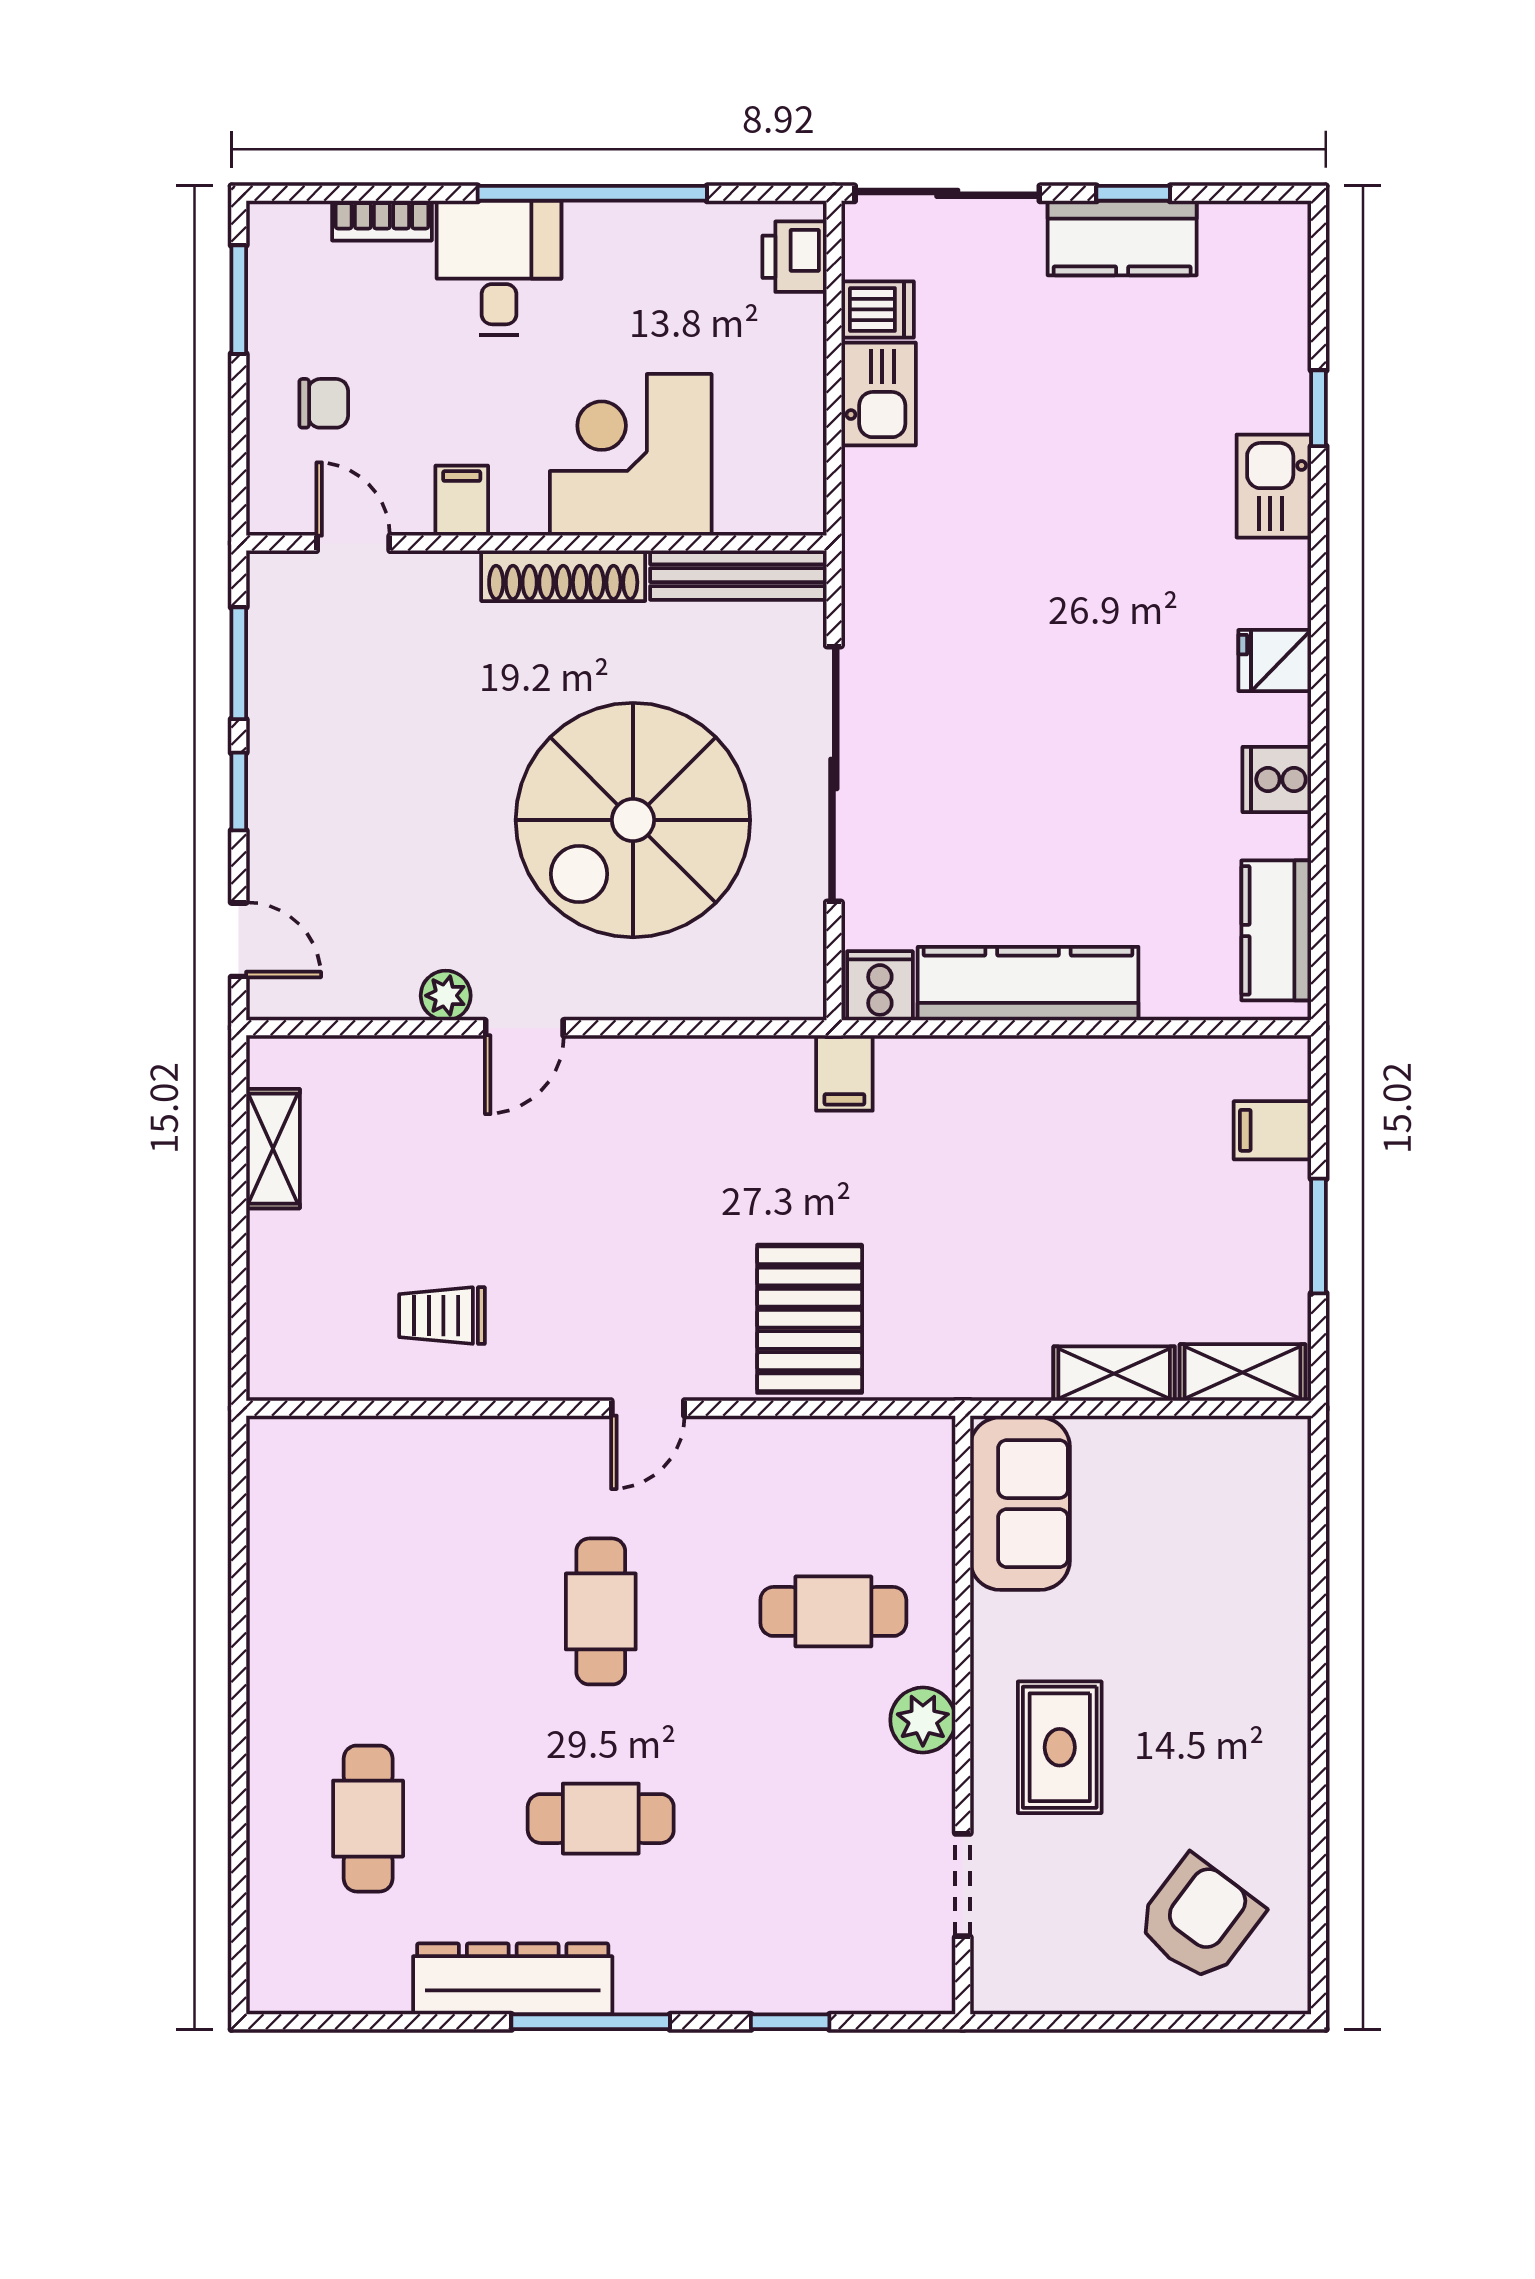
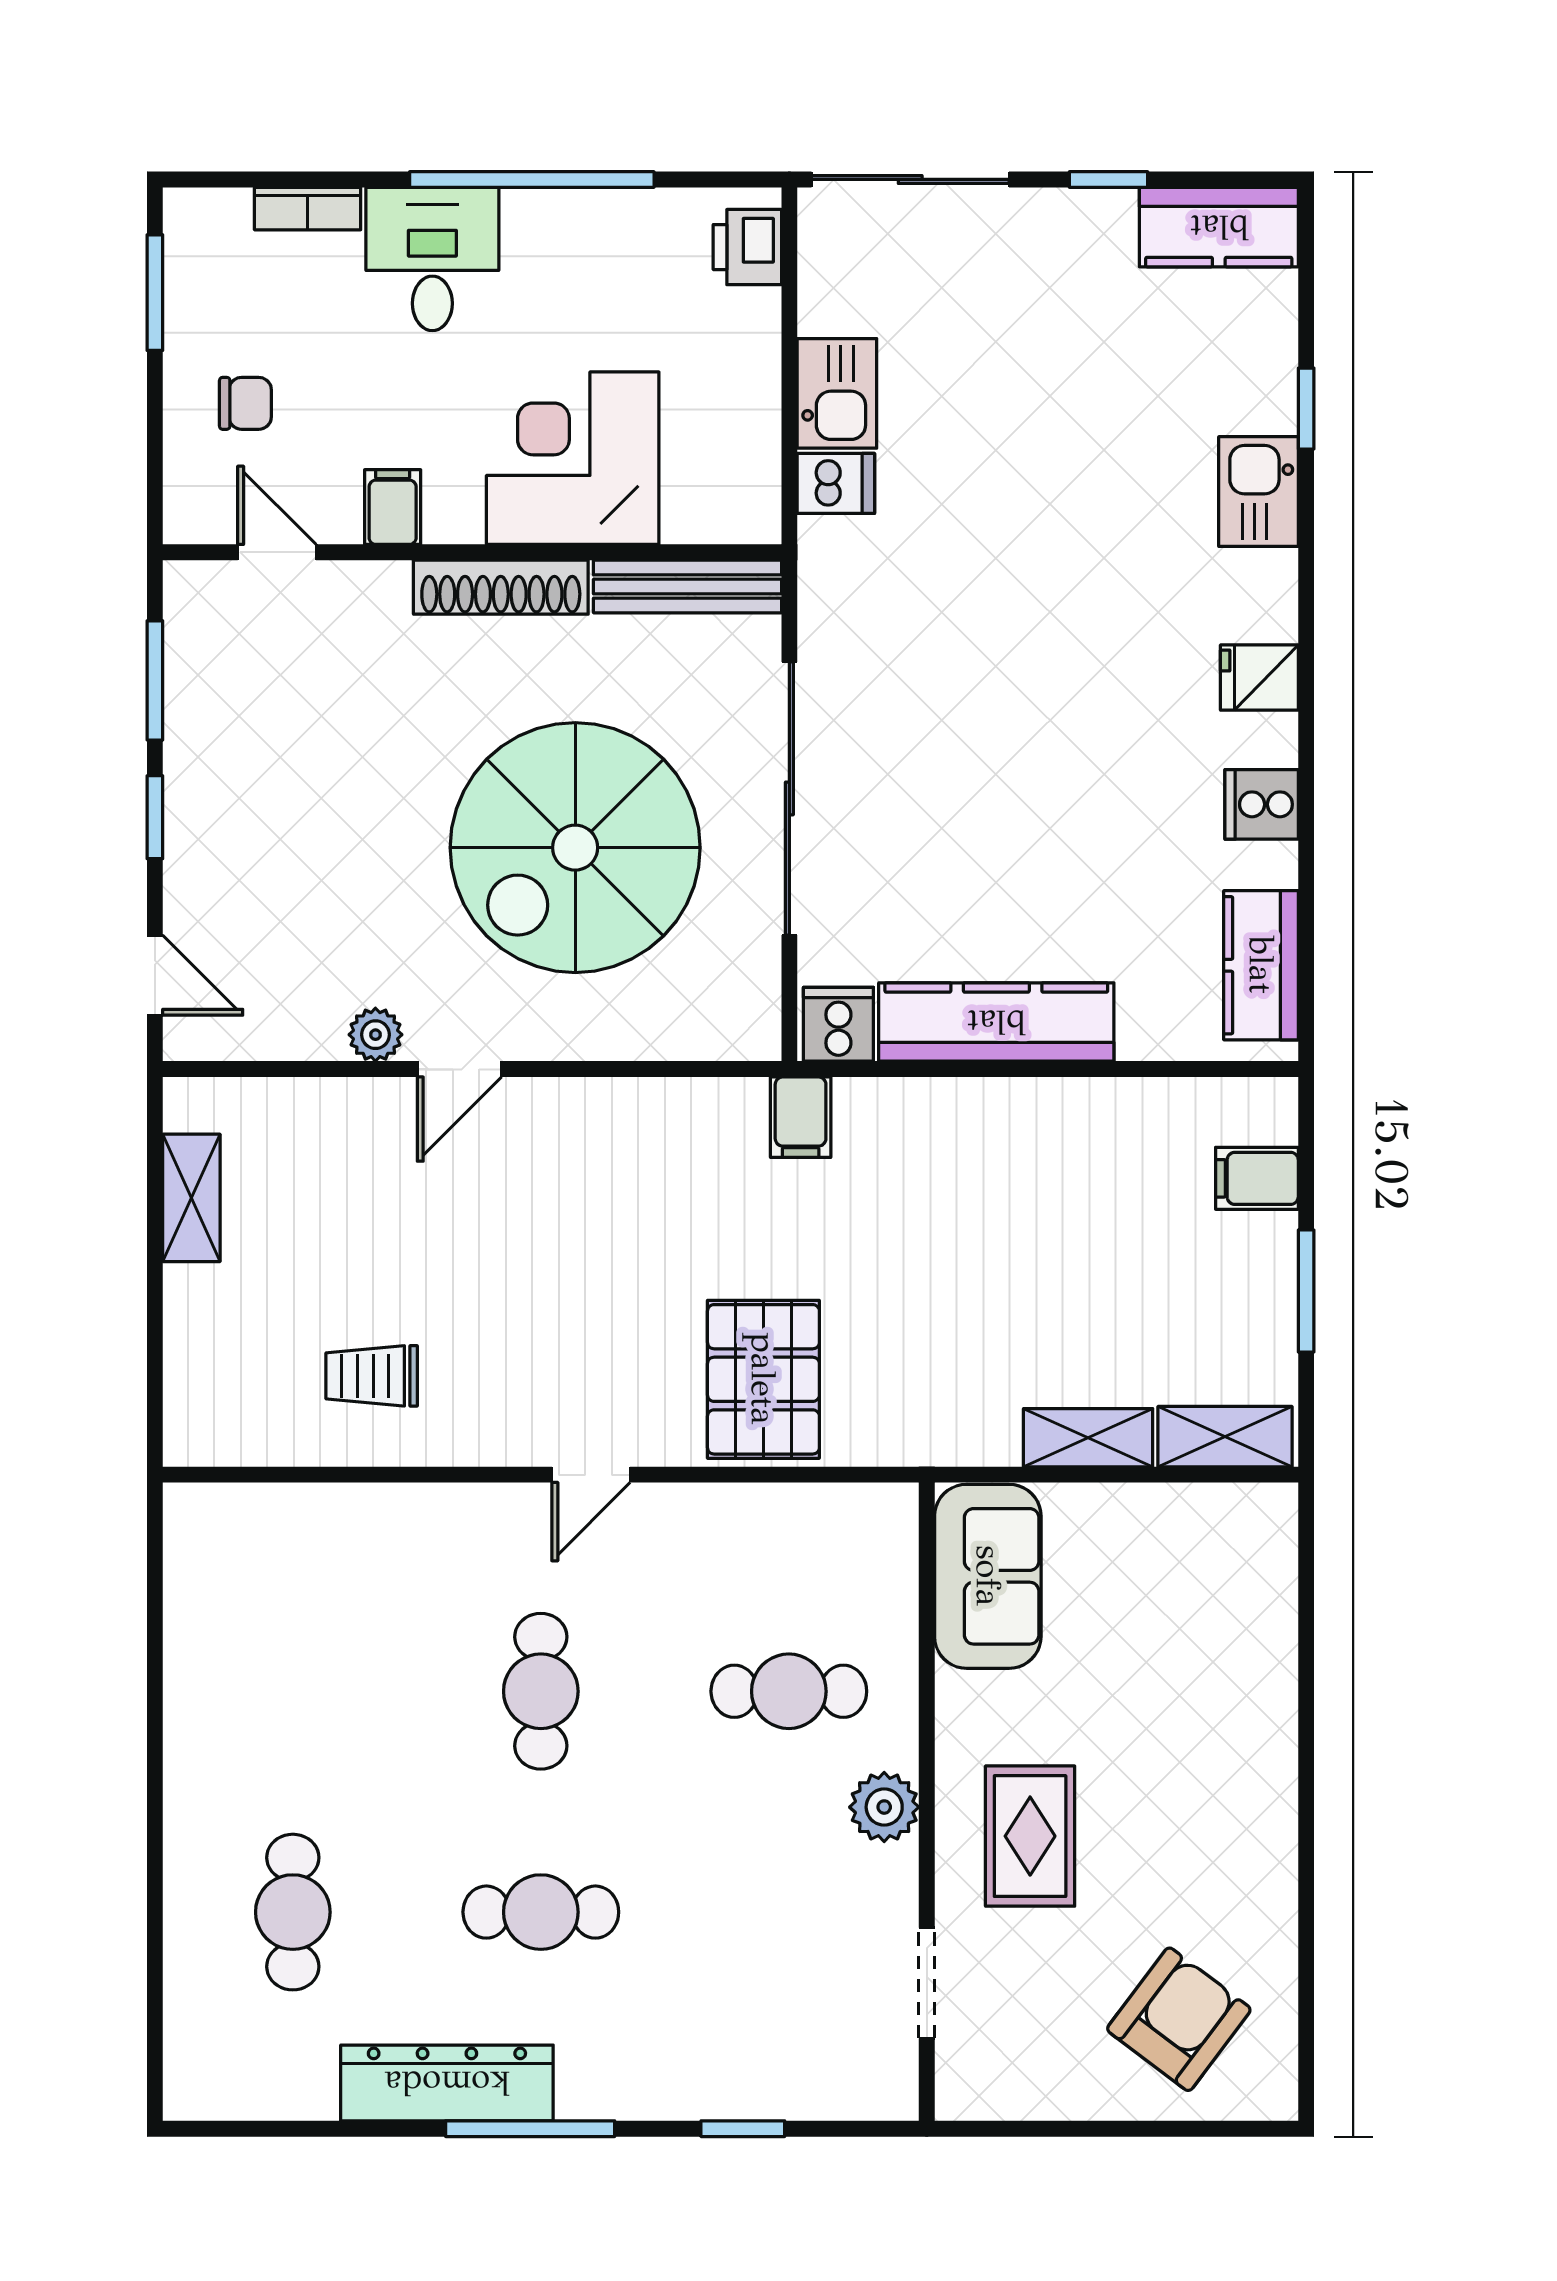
kitchen counter: (1122, 238) -> (1219, 227), moved
dishwasher: (878, 309) -> (836, 483), moved

